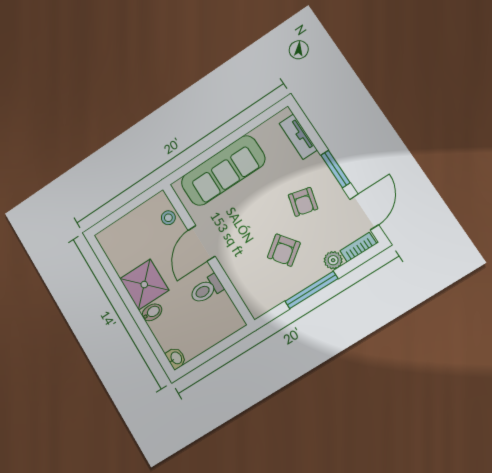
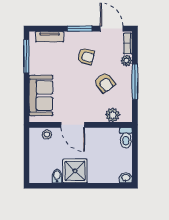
window: (253, 124) -> (26, 56), added
sofa: (223, 171) -> (41, 96), width x0.73
plant: (247, 288) -> (113, 115), added
toilet: (206, 289) -> (126, 138), moved
bidet: (152, 312) -> (57, 176), moved

